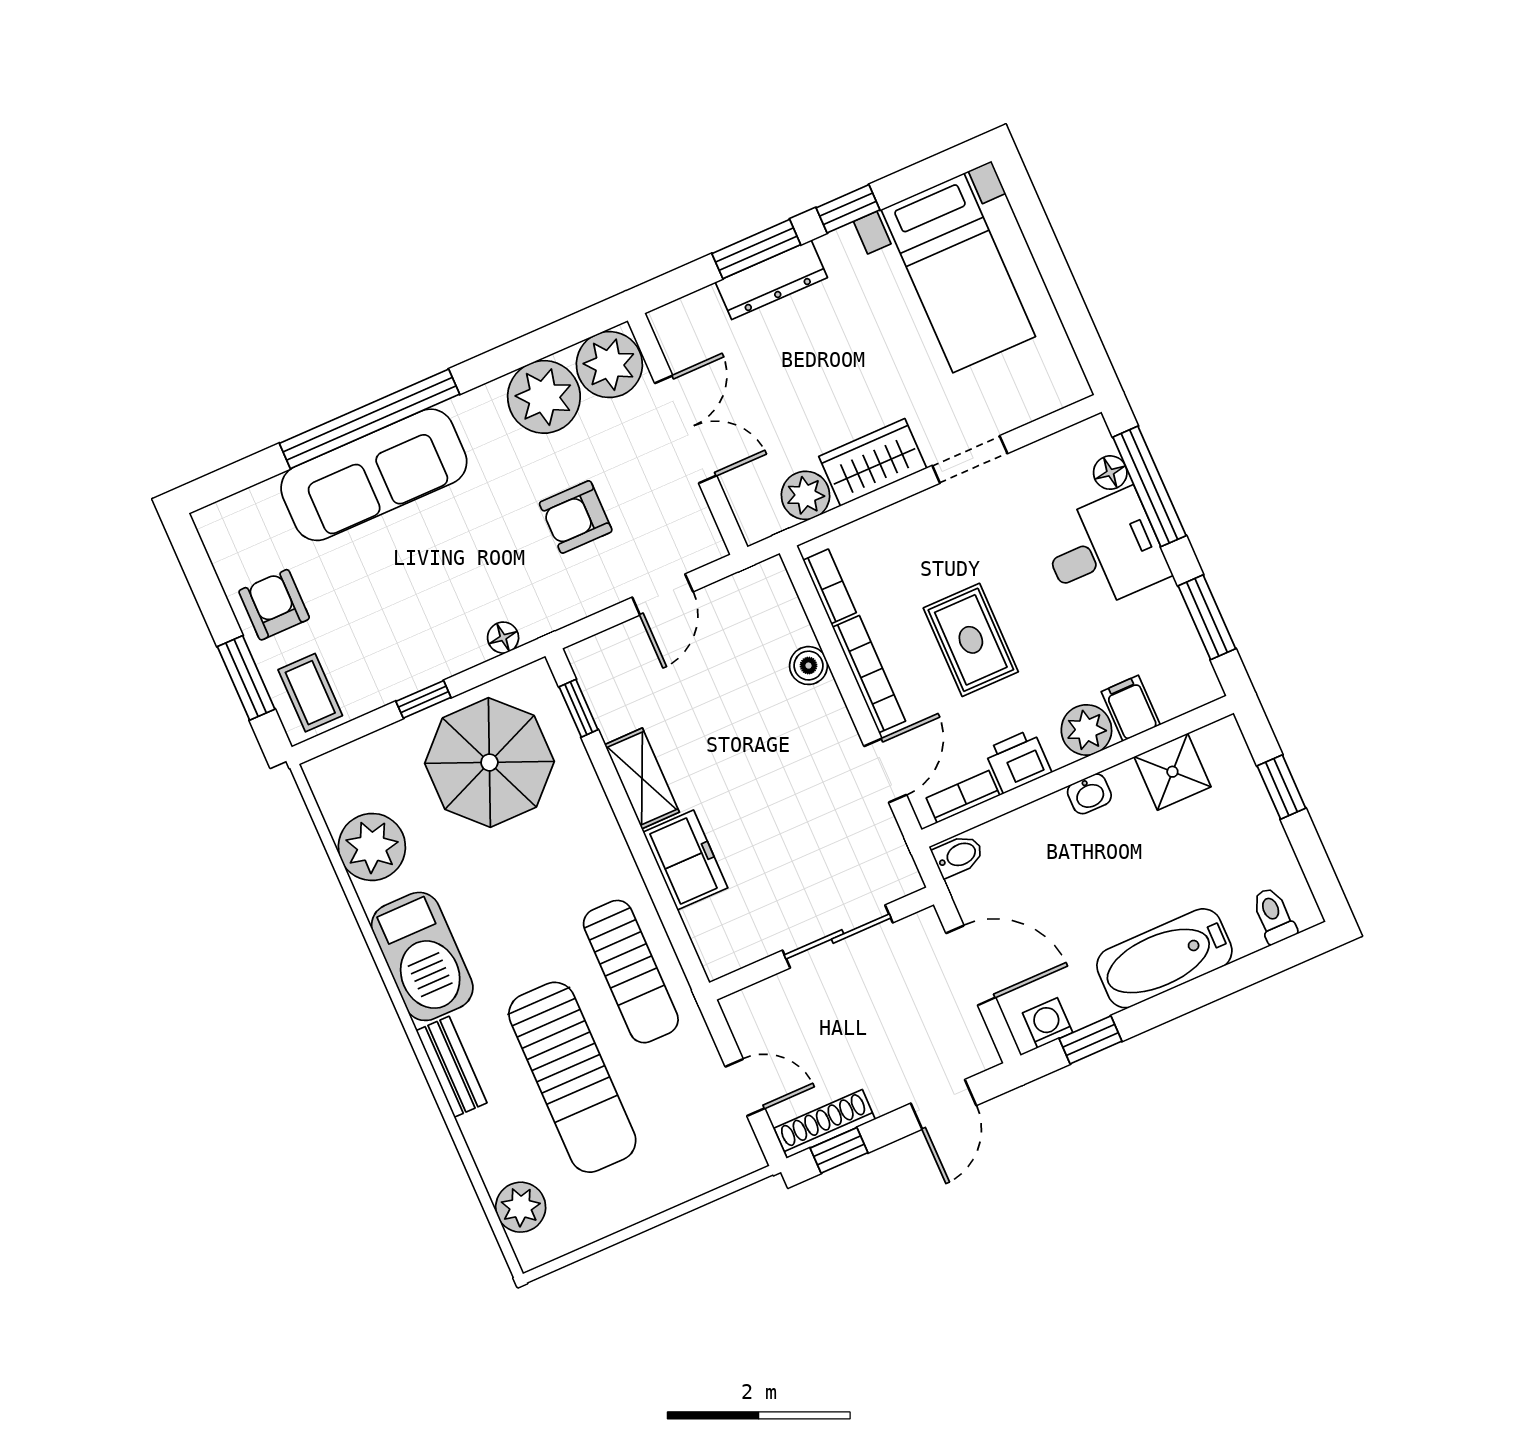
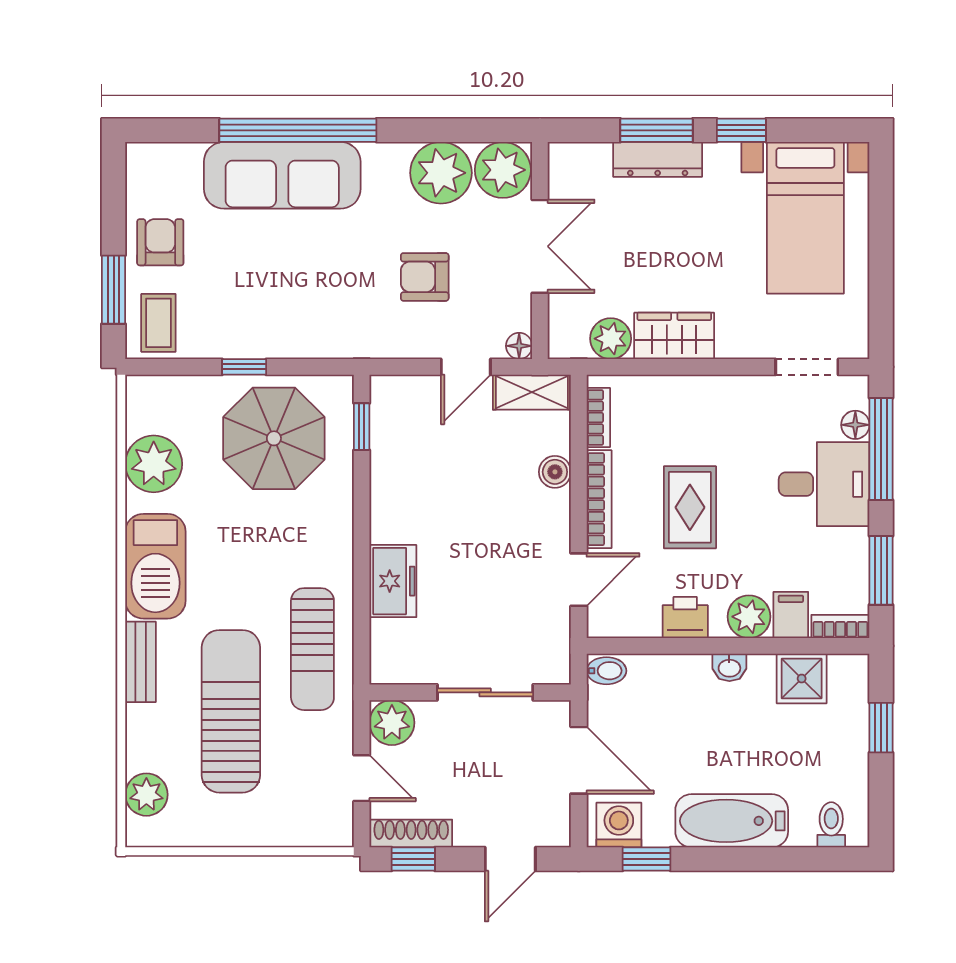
doorway: (970, 460) -> (807, 367), moved
floor lamp: (503, 638) -> (519, 346), moved
shelving: (642, 778) -> (532, 392), moved, turned 90
bookcase: (963, 797) -> (840, 626), moved
plant: (751, 1013) -> (392, 723), added
washing machine: (1048, 1023) -> (619, 825), width x1.38, depth x1.38
sun lounger: (572, 1077) -> (231, 711), turned 180

